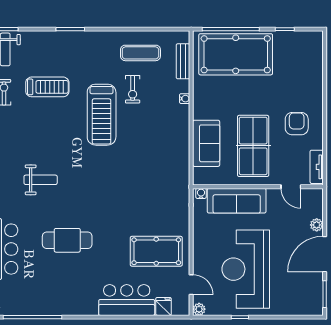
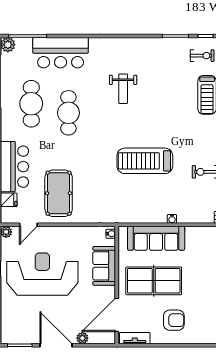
water cooler: (185, 99) -> (172, 219), moved
treadmill: (102, 115) -> (145, 161), moved
sofa: (206, 143) -> (156, 238), width x1.36
door: (291, 187) -> (117, 315), width x1.87
sofa: (237, 201) -> (104, 266), width x0.73
cafe table: (57, 281) -> (31, 104), added

